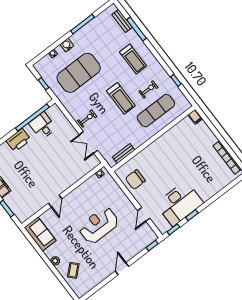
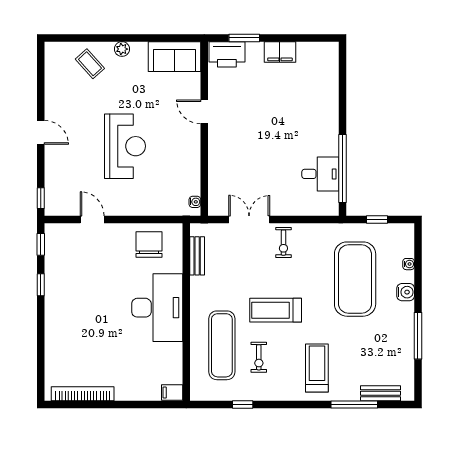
treadmill: (133, 59) -> (317, 368), turned 90
printer: (18, 140) -> (227, 54), moved, turned -90
desk: (180, 203) -> (157, 308), moved, turned 180

